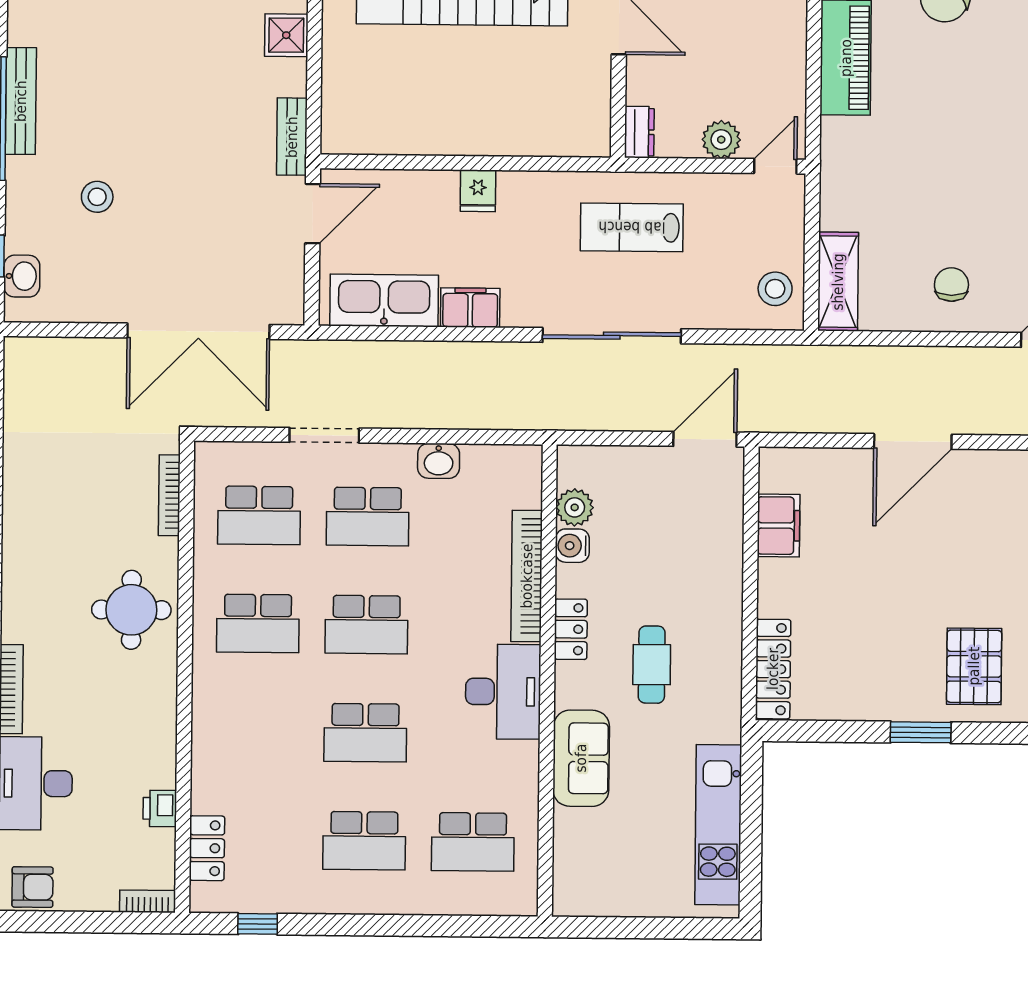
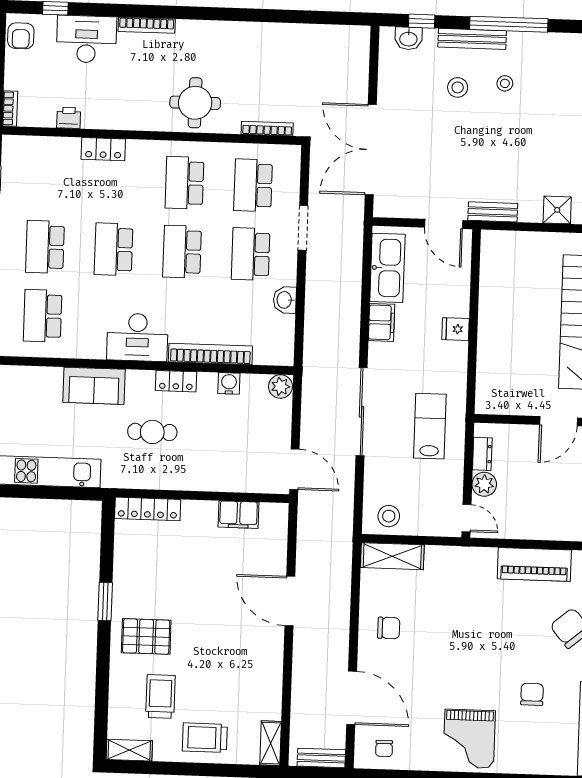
bench: (21, 101) -> (472, 39), moved
stool: (89, 122) -> (505, 83), added
dresser: (639, 132) -> (482, 454), moved, turned -90
plant: (575, 507) -> (281, 386), moved
locker: (207, 848) -> (103, 149), moved

